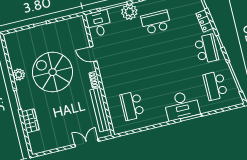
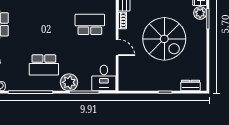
dresser: (19, 36) -> (190, 85), added
school desk: (123, 69) -> (90, 24), added
plant: (19, 75) -> (200, 13), moved

